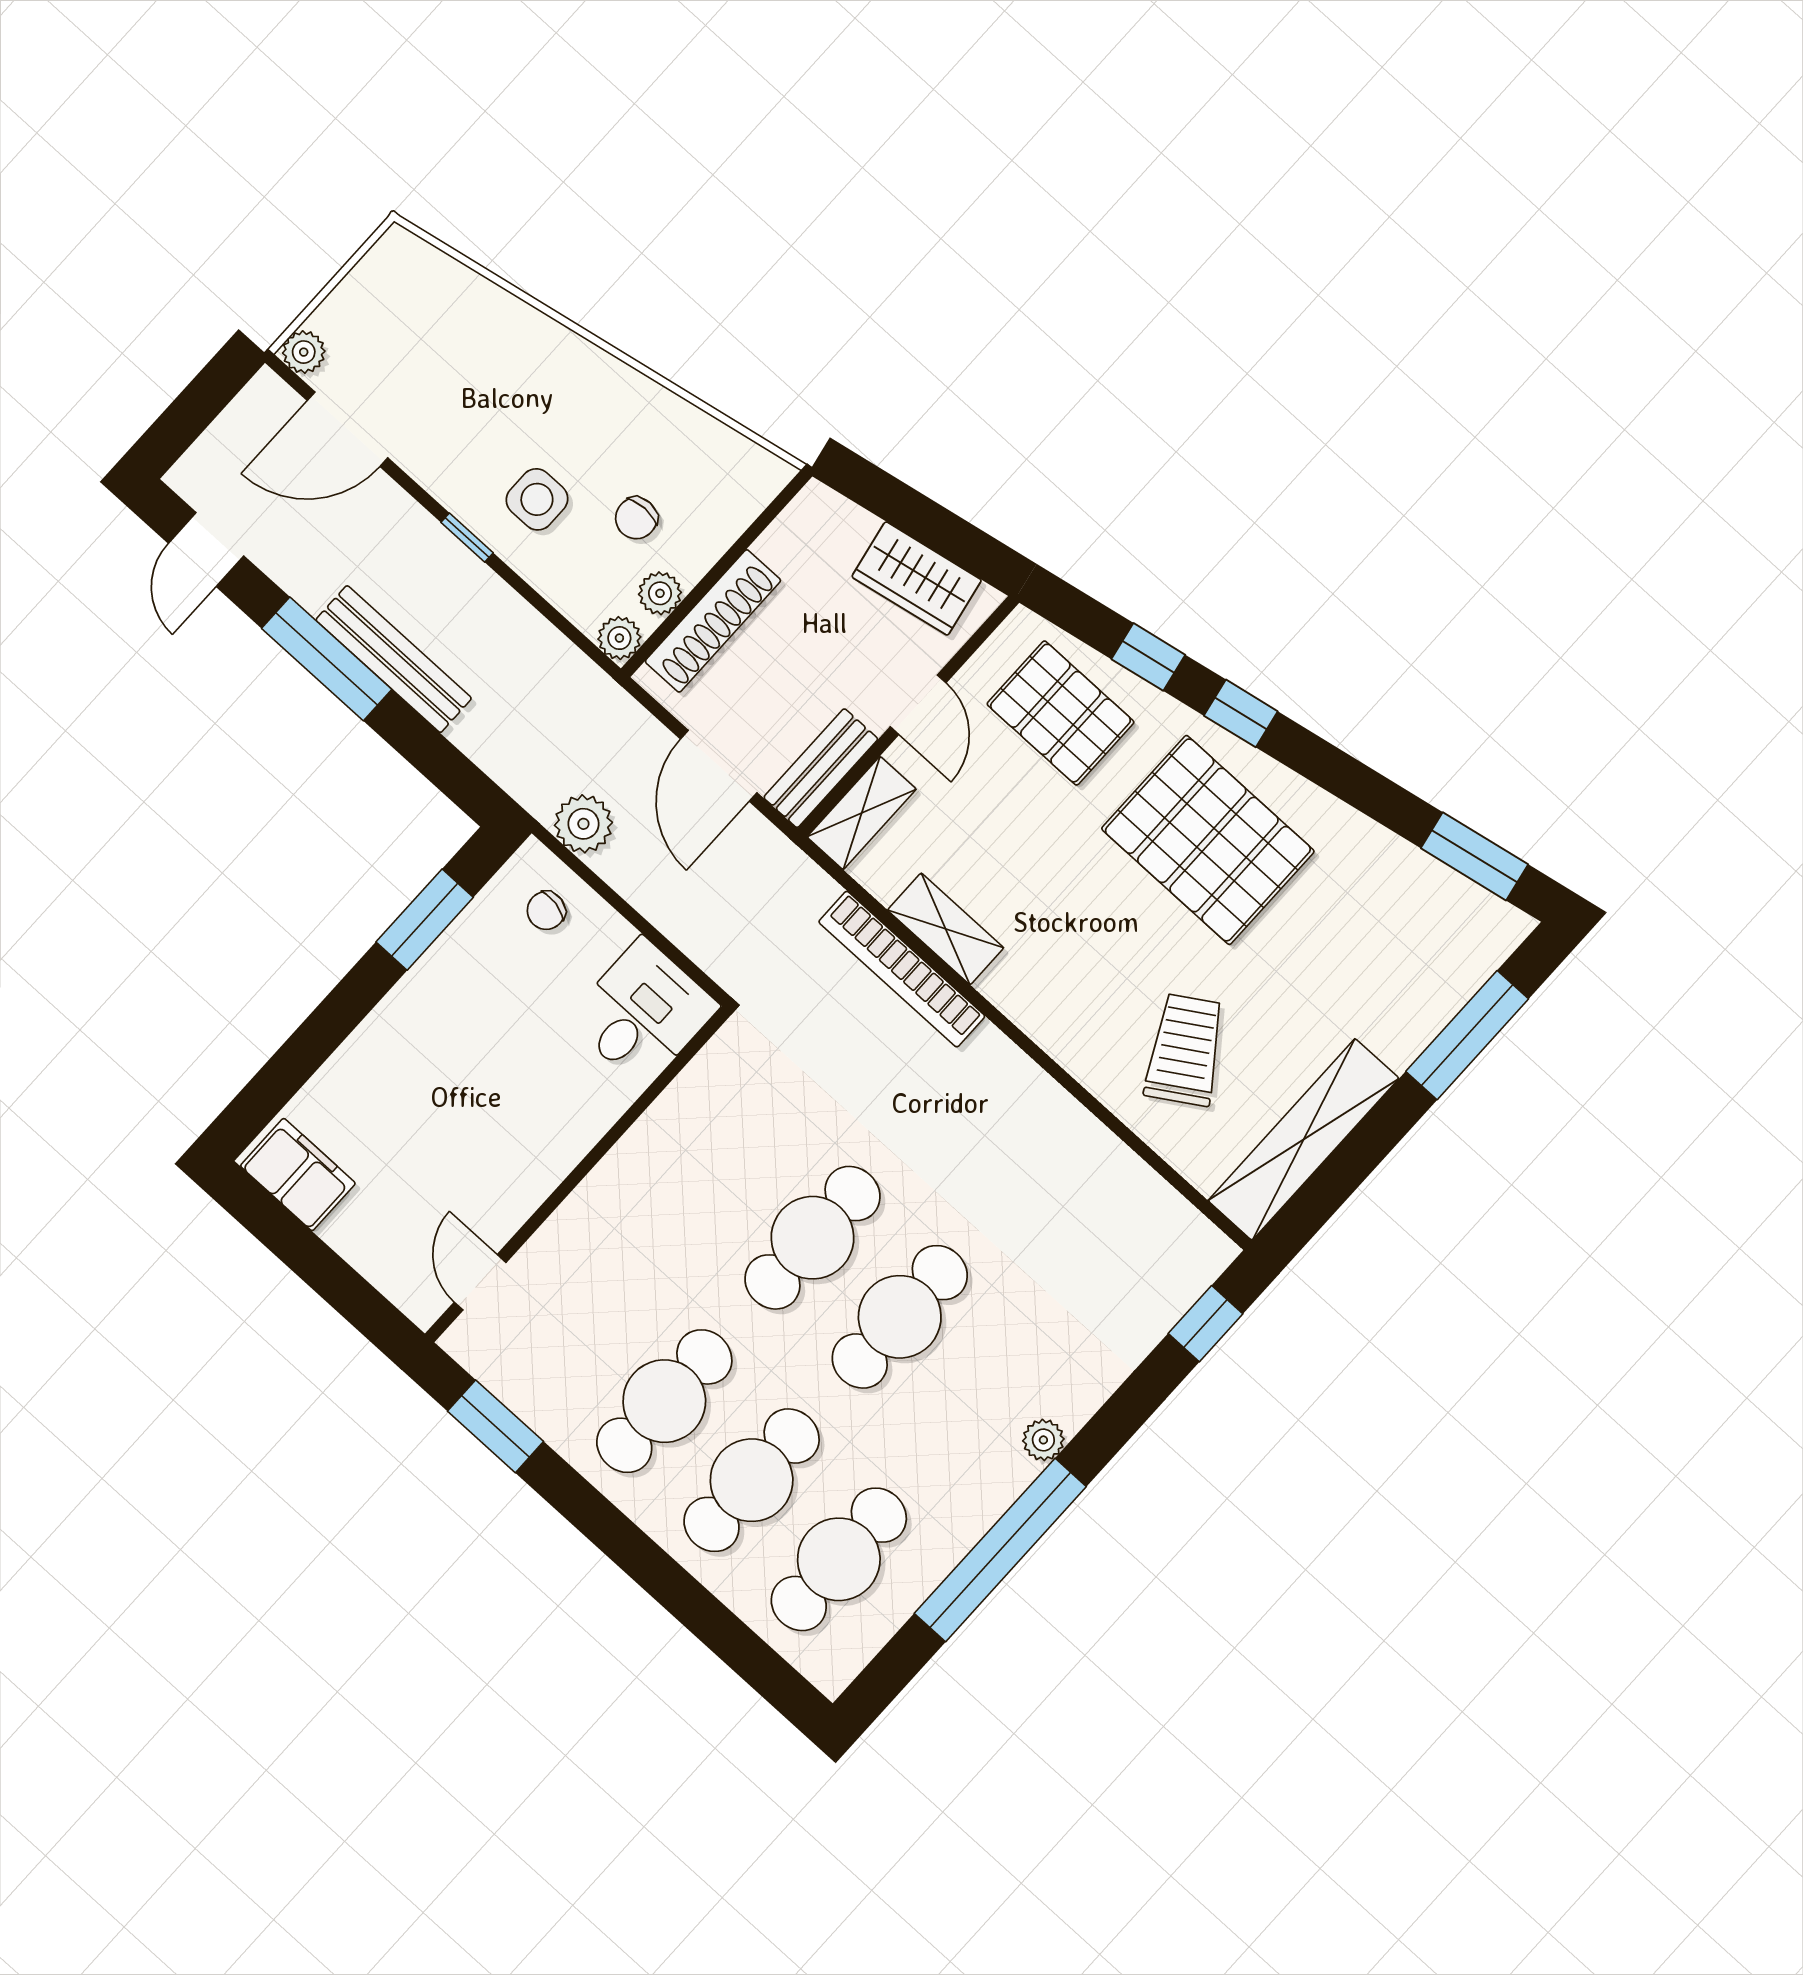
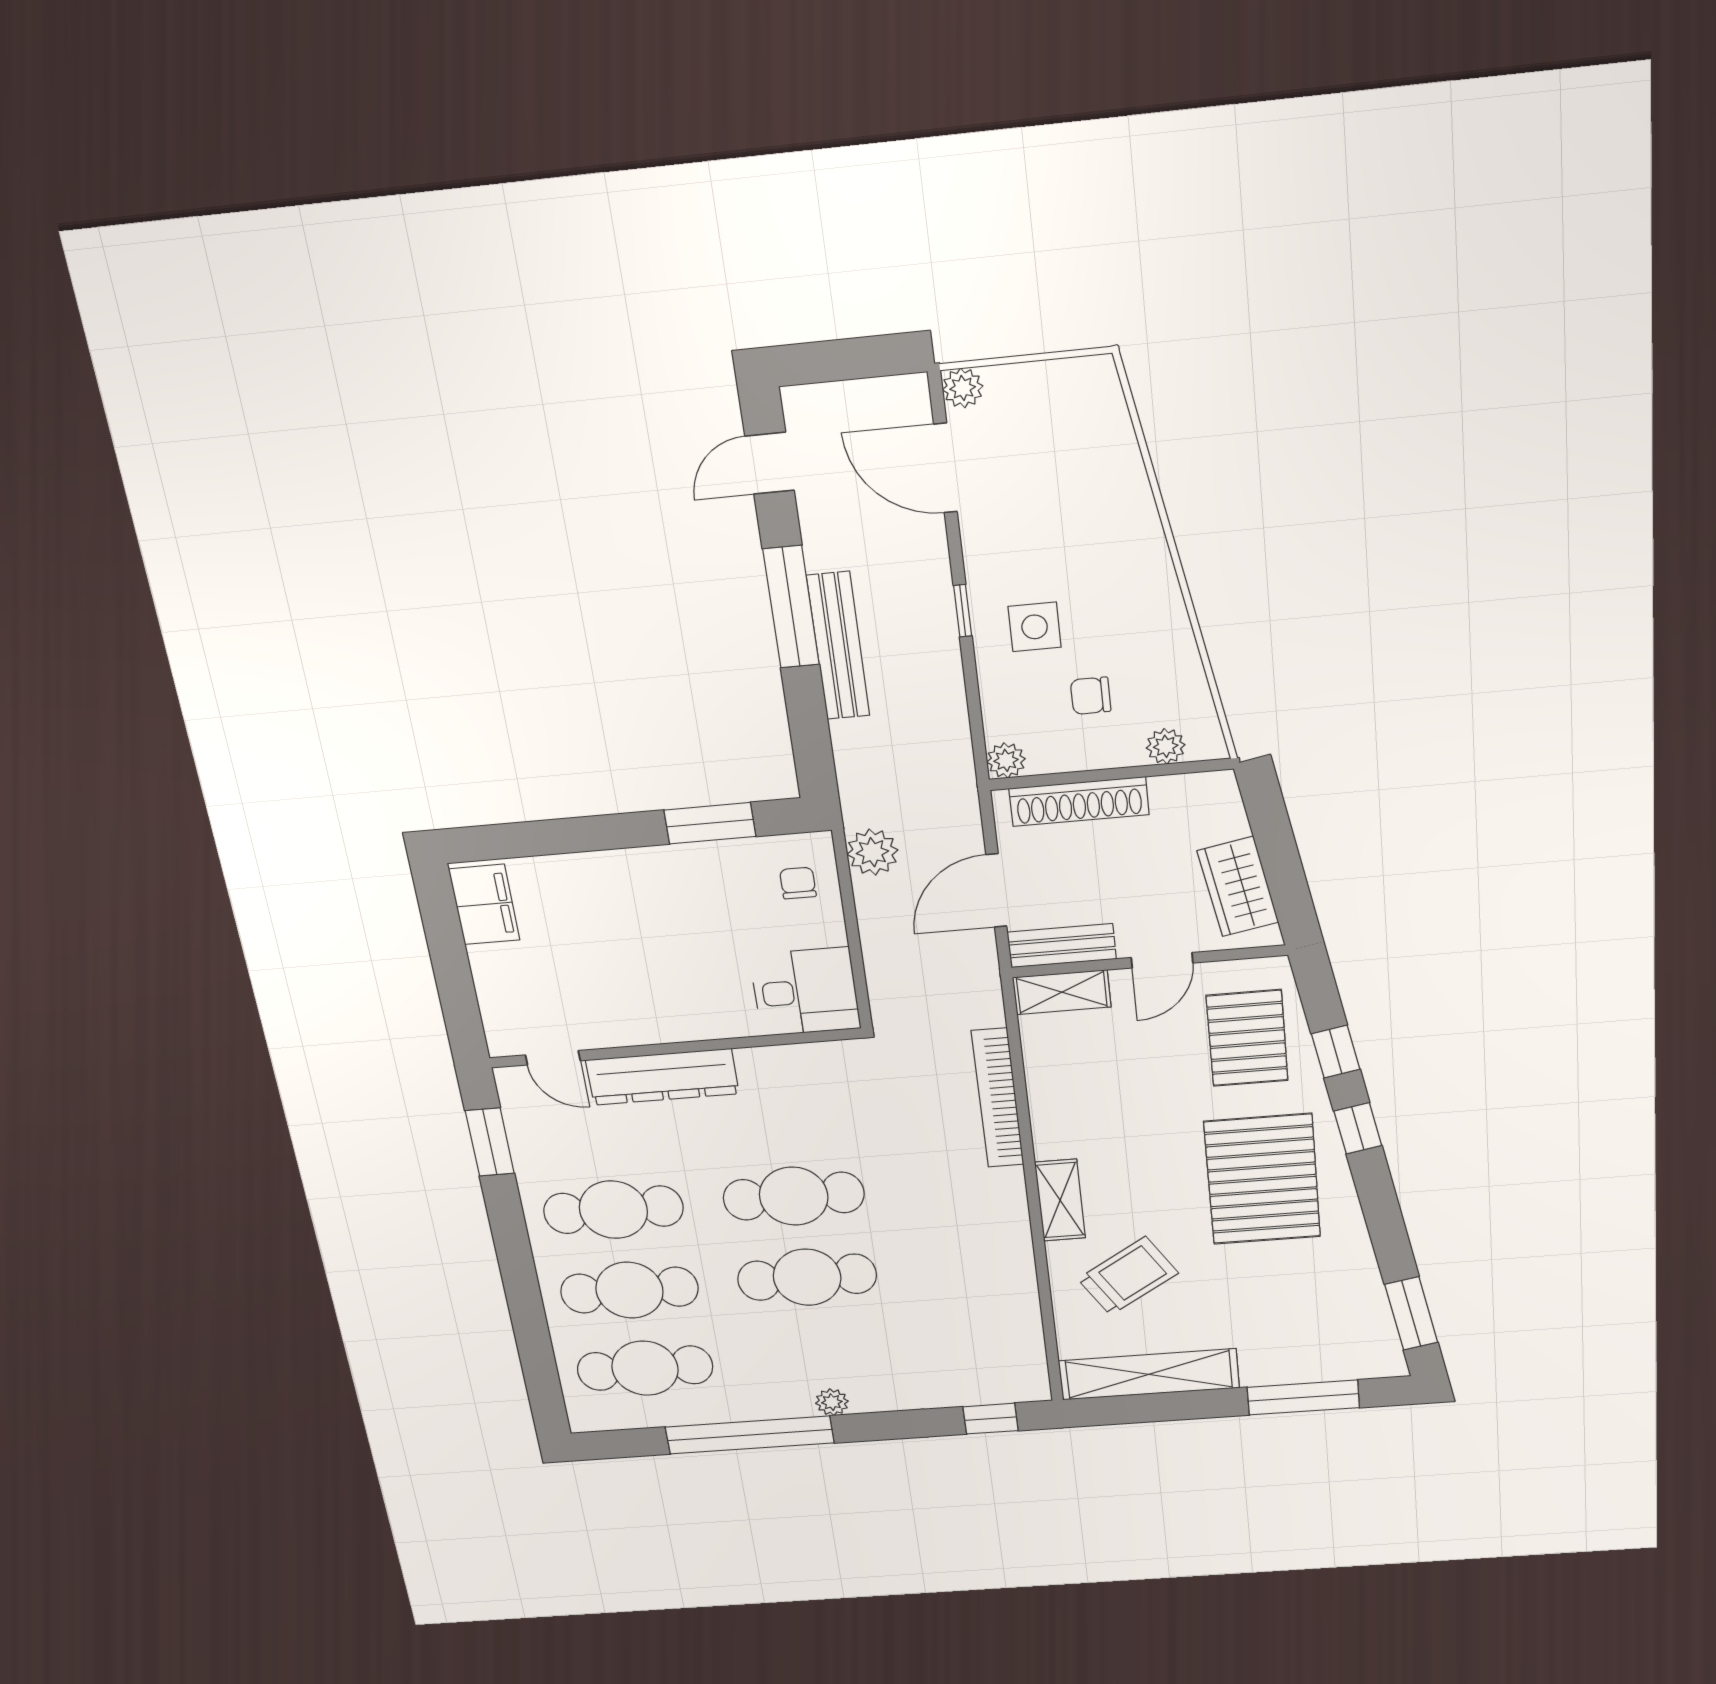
plant: (660, 593) -> (1166, 746), moved
chair: (546, 911) -> (798, 883), turned 79
shelving: (946, 929) -> (1060, 1200), moved
dresser: (592, 1215) -> (662, 1077), added
door: (480, 1282) -> (553, 1058), swing flipped

